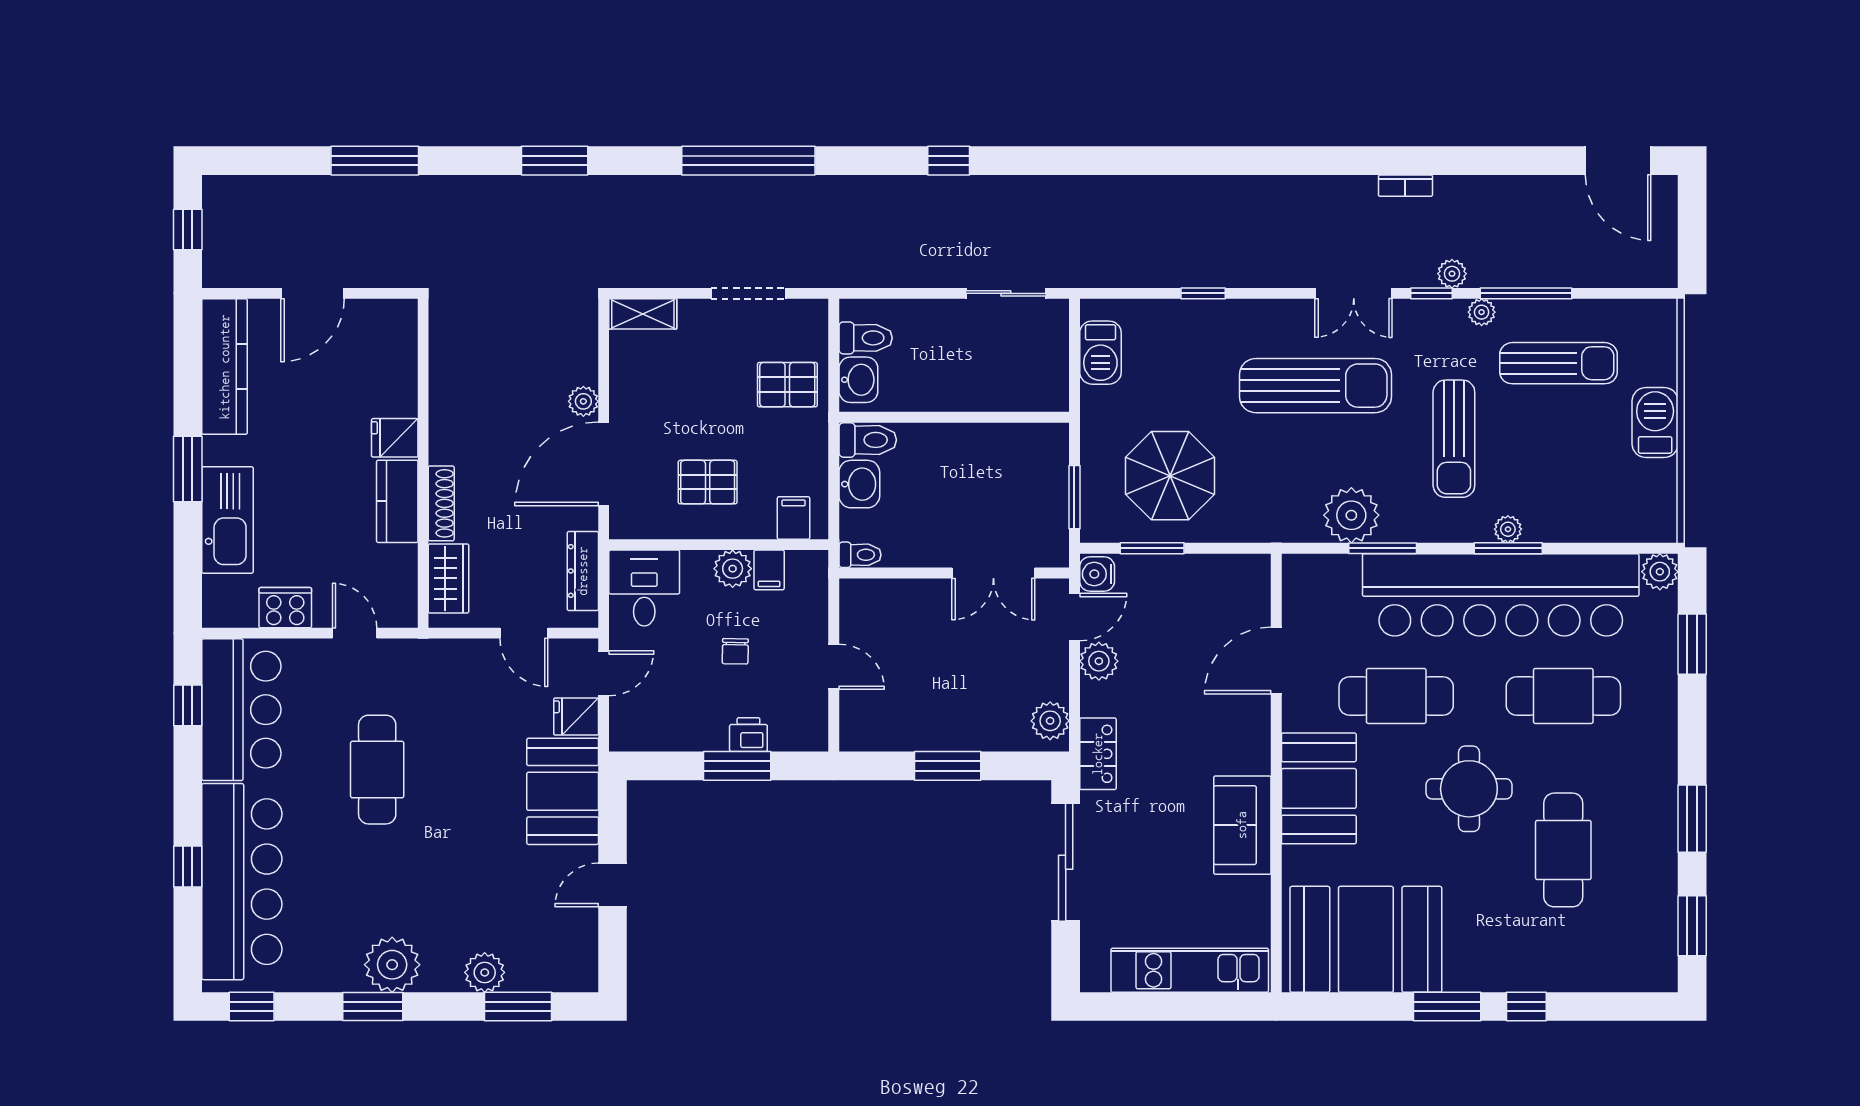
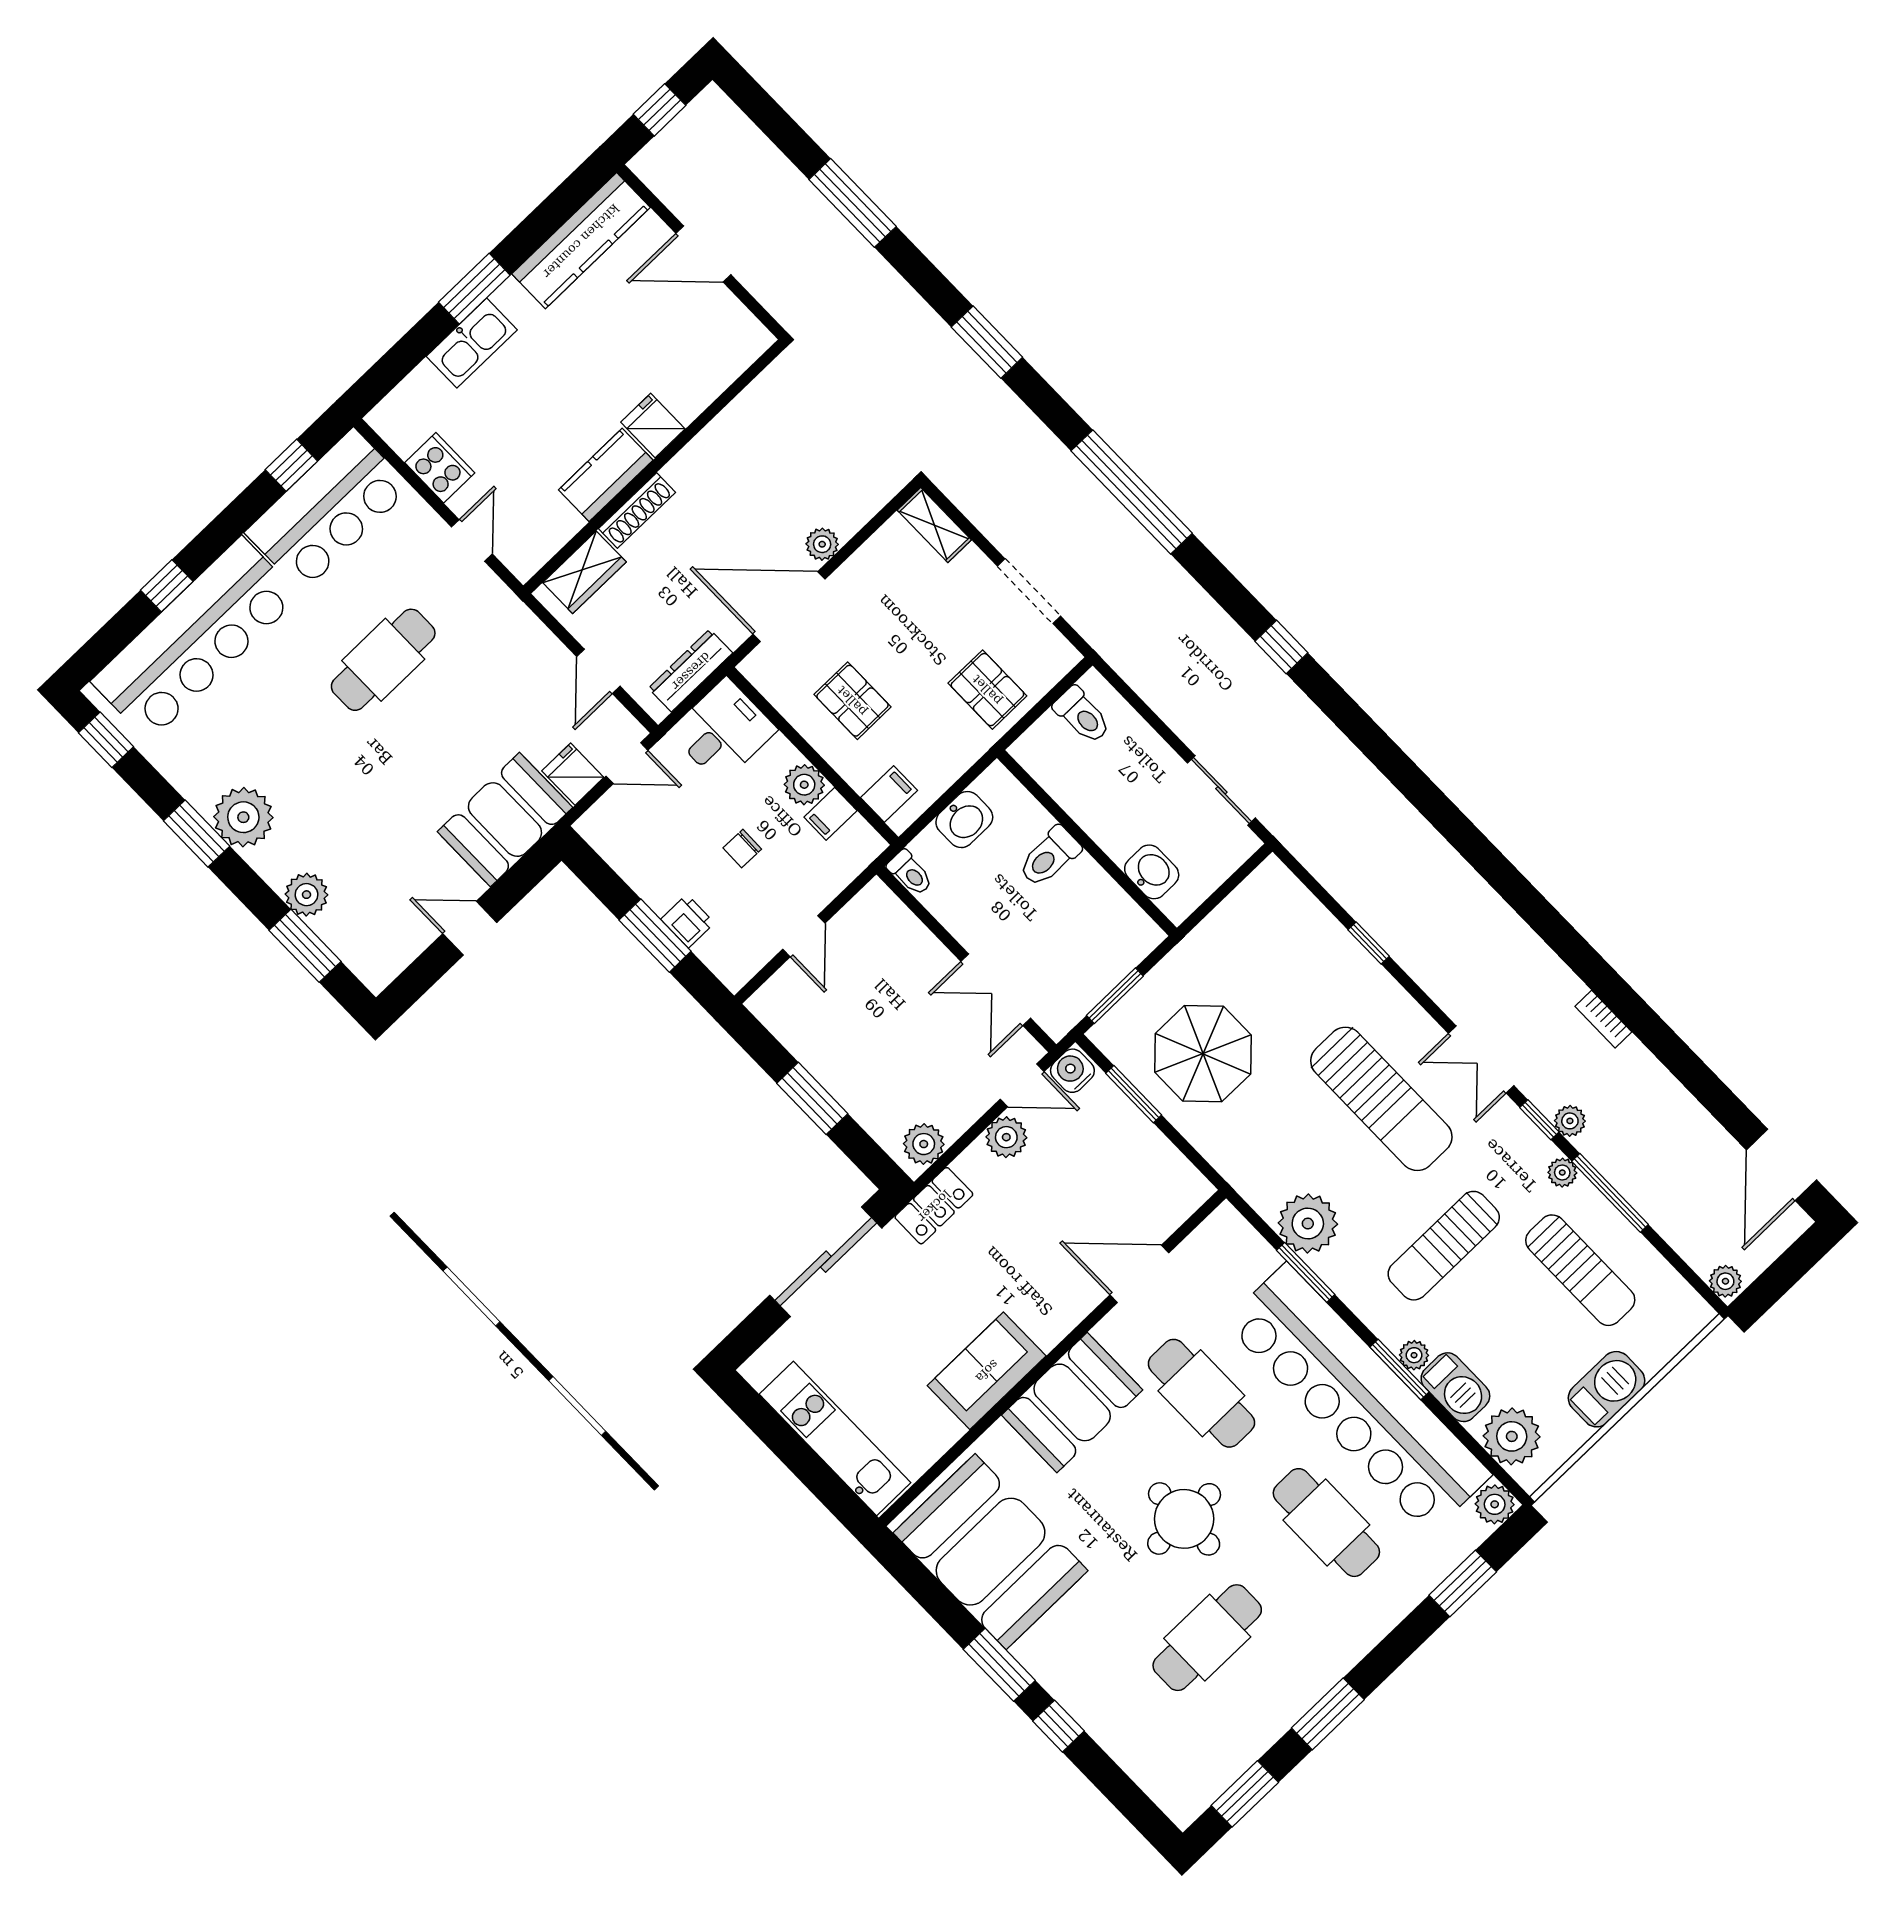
plant: (1660, 273) -> (1725, 1281), added
barbecue: (1100, 353) -> (1455, 1387), moved, turned -90
washbasin: (858, 380) -> (1152, 872), moved, turned -90
toilet: (868, 440) -> (1049, 857), moved, turned 90
plant: (1625, 516) -> (1512, 1436), added
kitchen sink: (228, 520) -> (472, 343), width x0.73, depth x0.81

